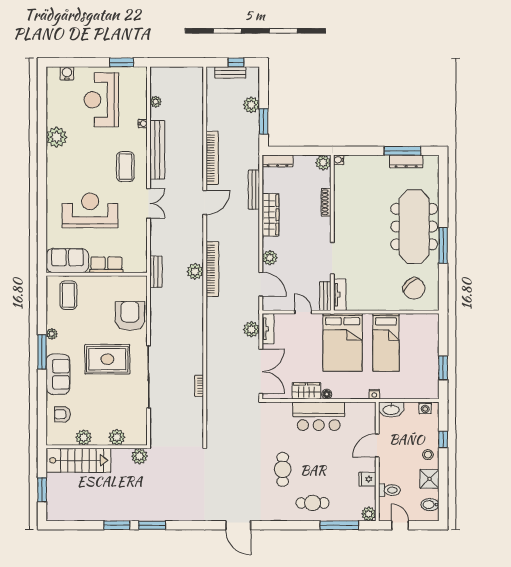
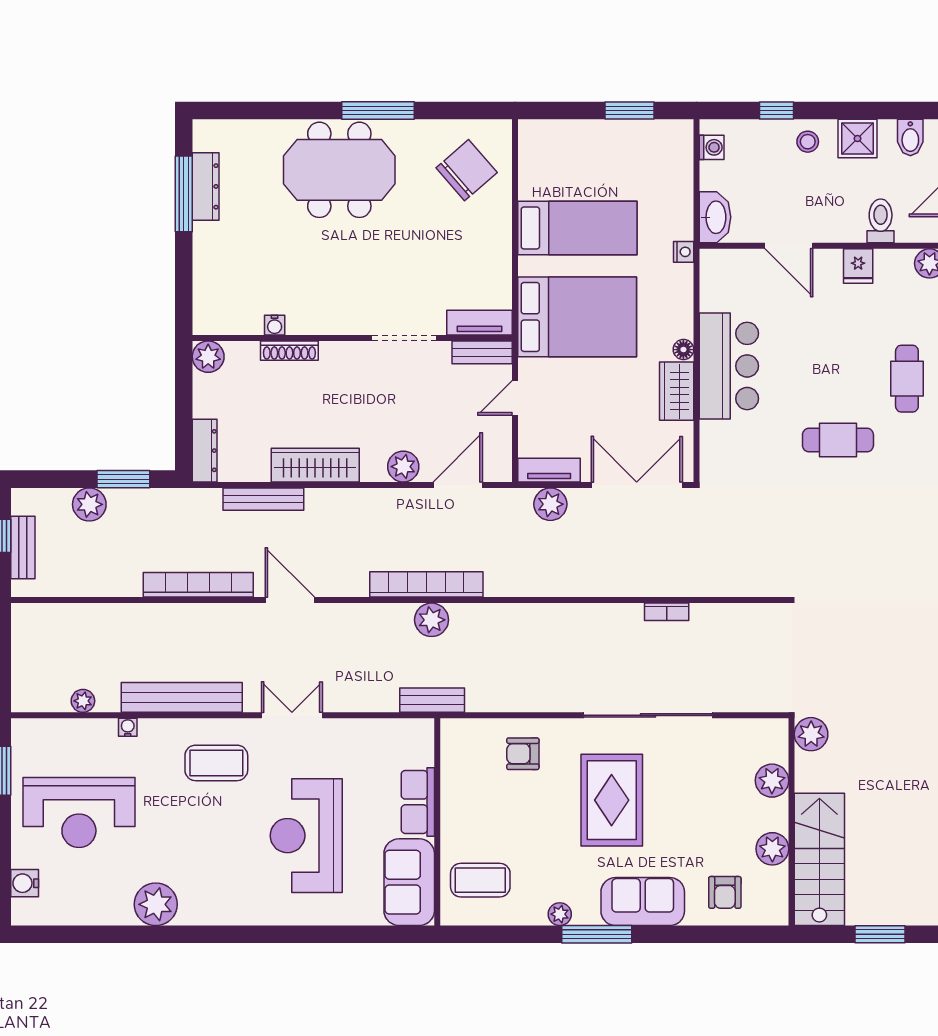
water cooler: (339, 160) -> (275, 325), moved
meeting table: (414, 227) -> (339, 170), width x0.73
armchair: (130, 316) -> (523, 754), width x0.53, depth x0.53

